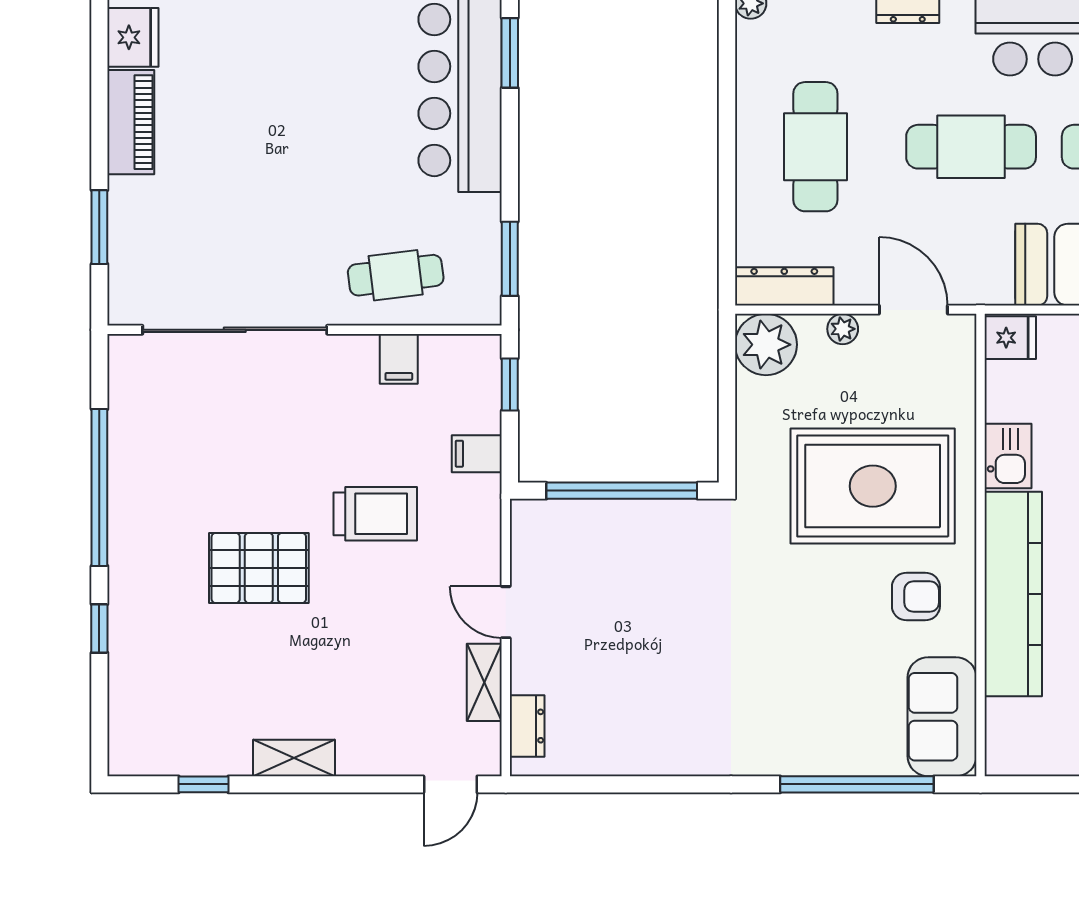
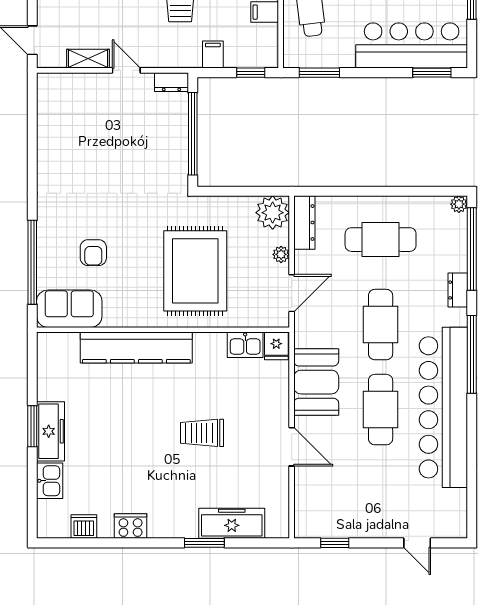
kitchen sink: (1008, 456) -> (245, 345), moved
armchair: (916, 596) -> (93, 253), moved
door: (506, 612) -> (126, 70), hinge flipped
dresser: (527, 726) -> (171, 82), moved

